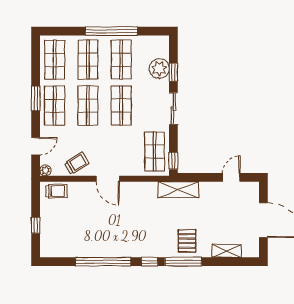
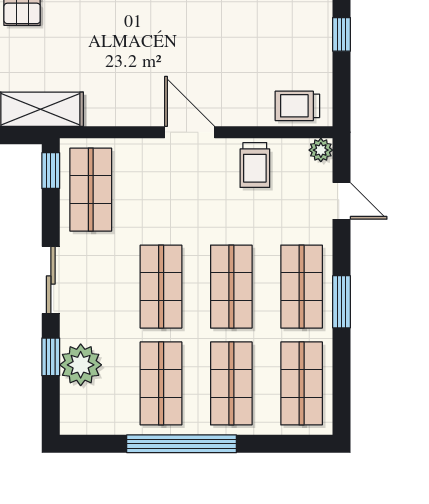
door: (36, 146) -> (342, 201), swing flipped
trolley: (77, 163) -> (255, 165), turned -58

